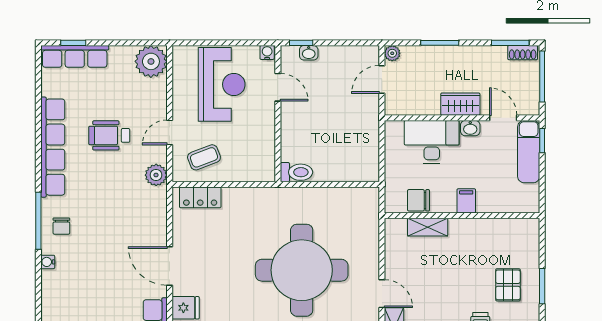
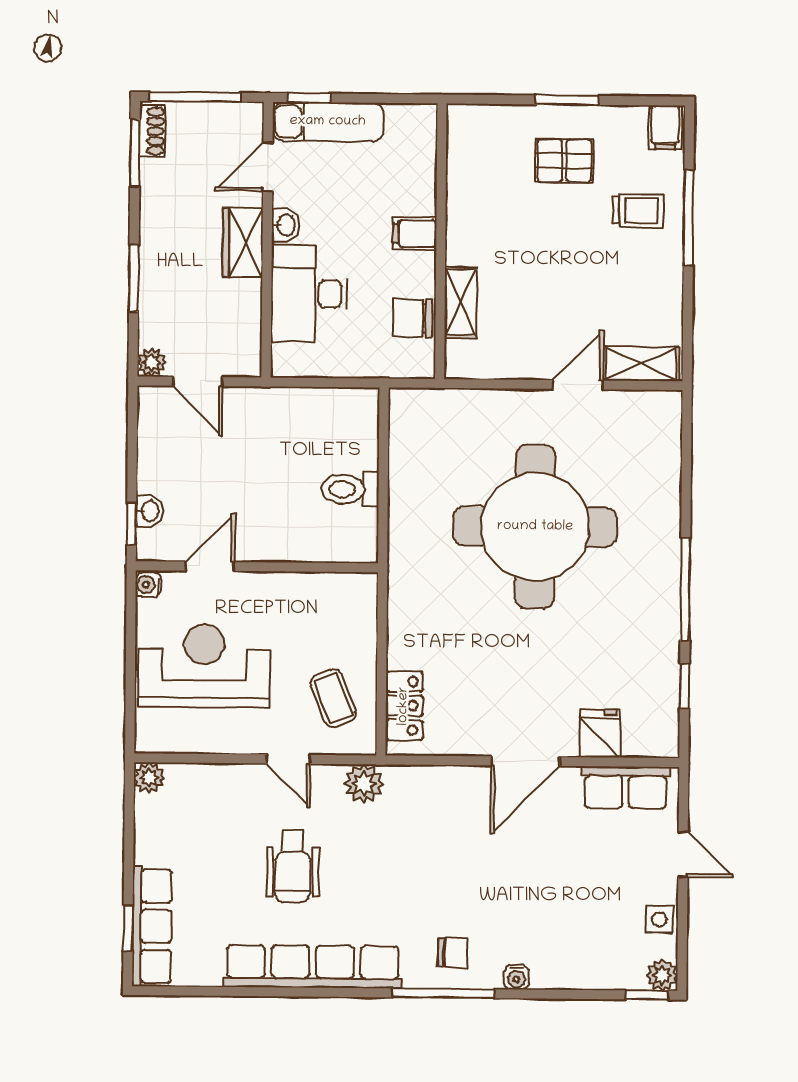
plant: (151, 61) -> (149, 778), width x0.53, depth x0.53
toilet: (296, 172) -> (350, 489), moved, turned -90
chair: (418, 200) -> (413, 318), turned 90

